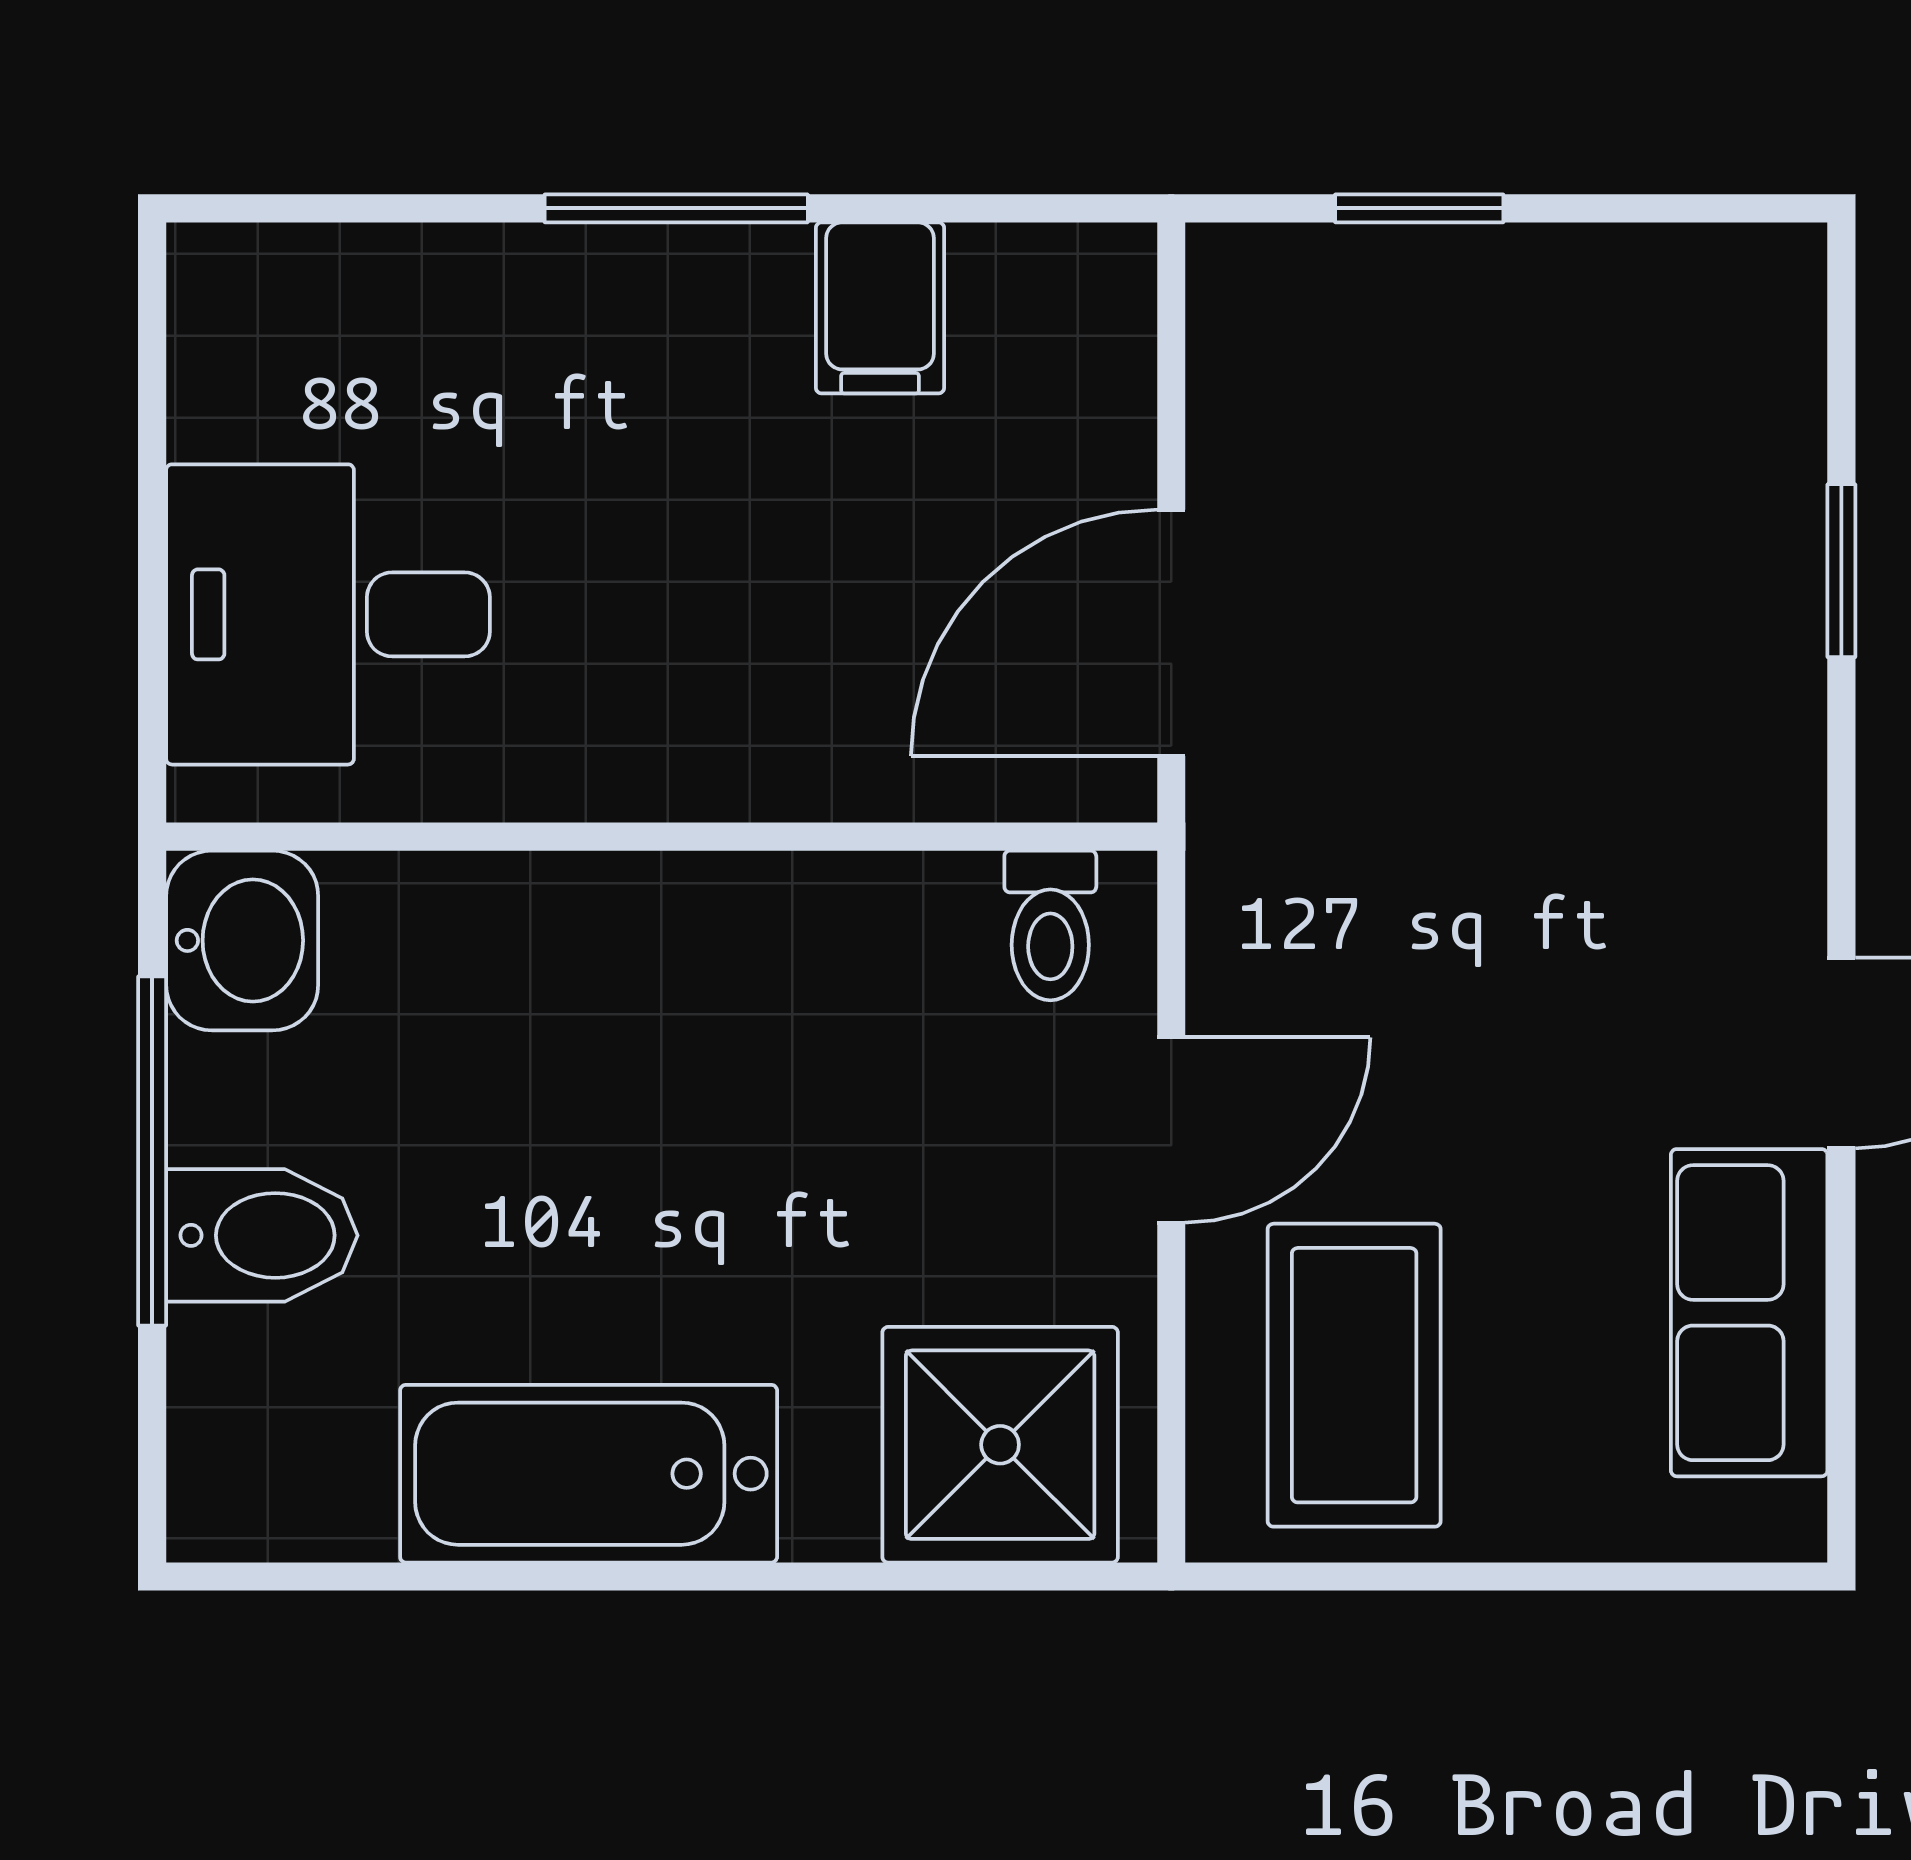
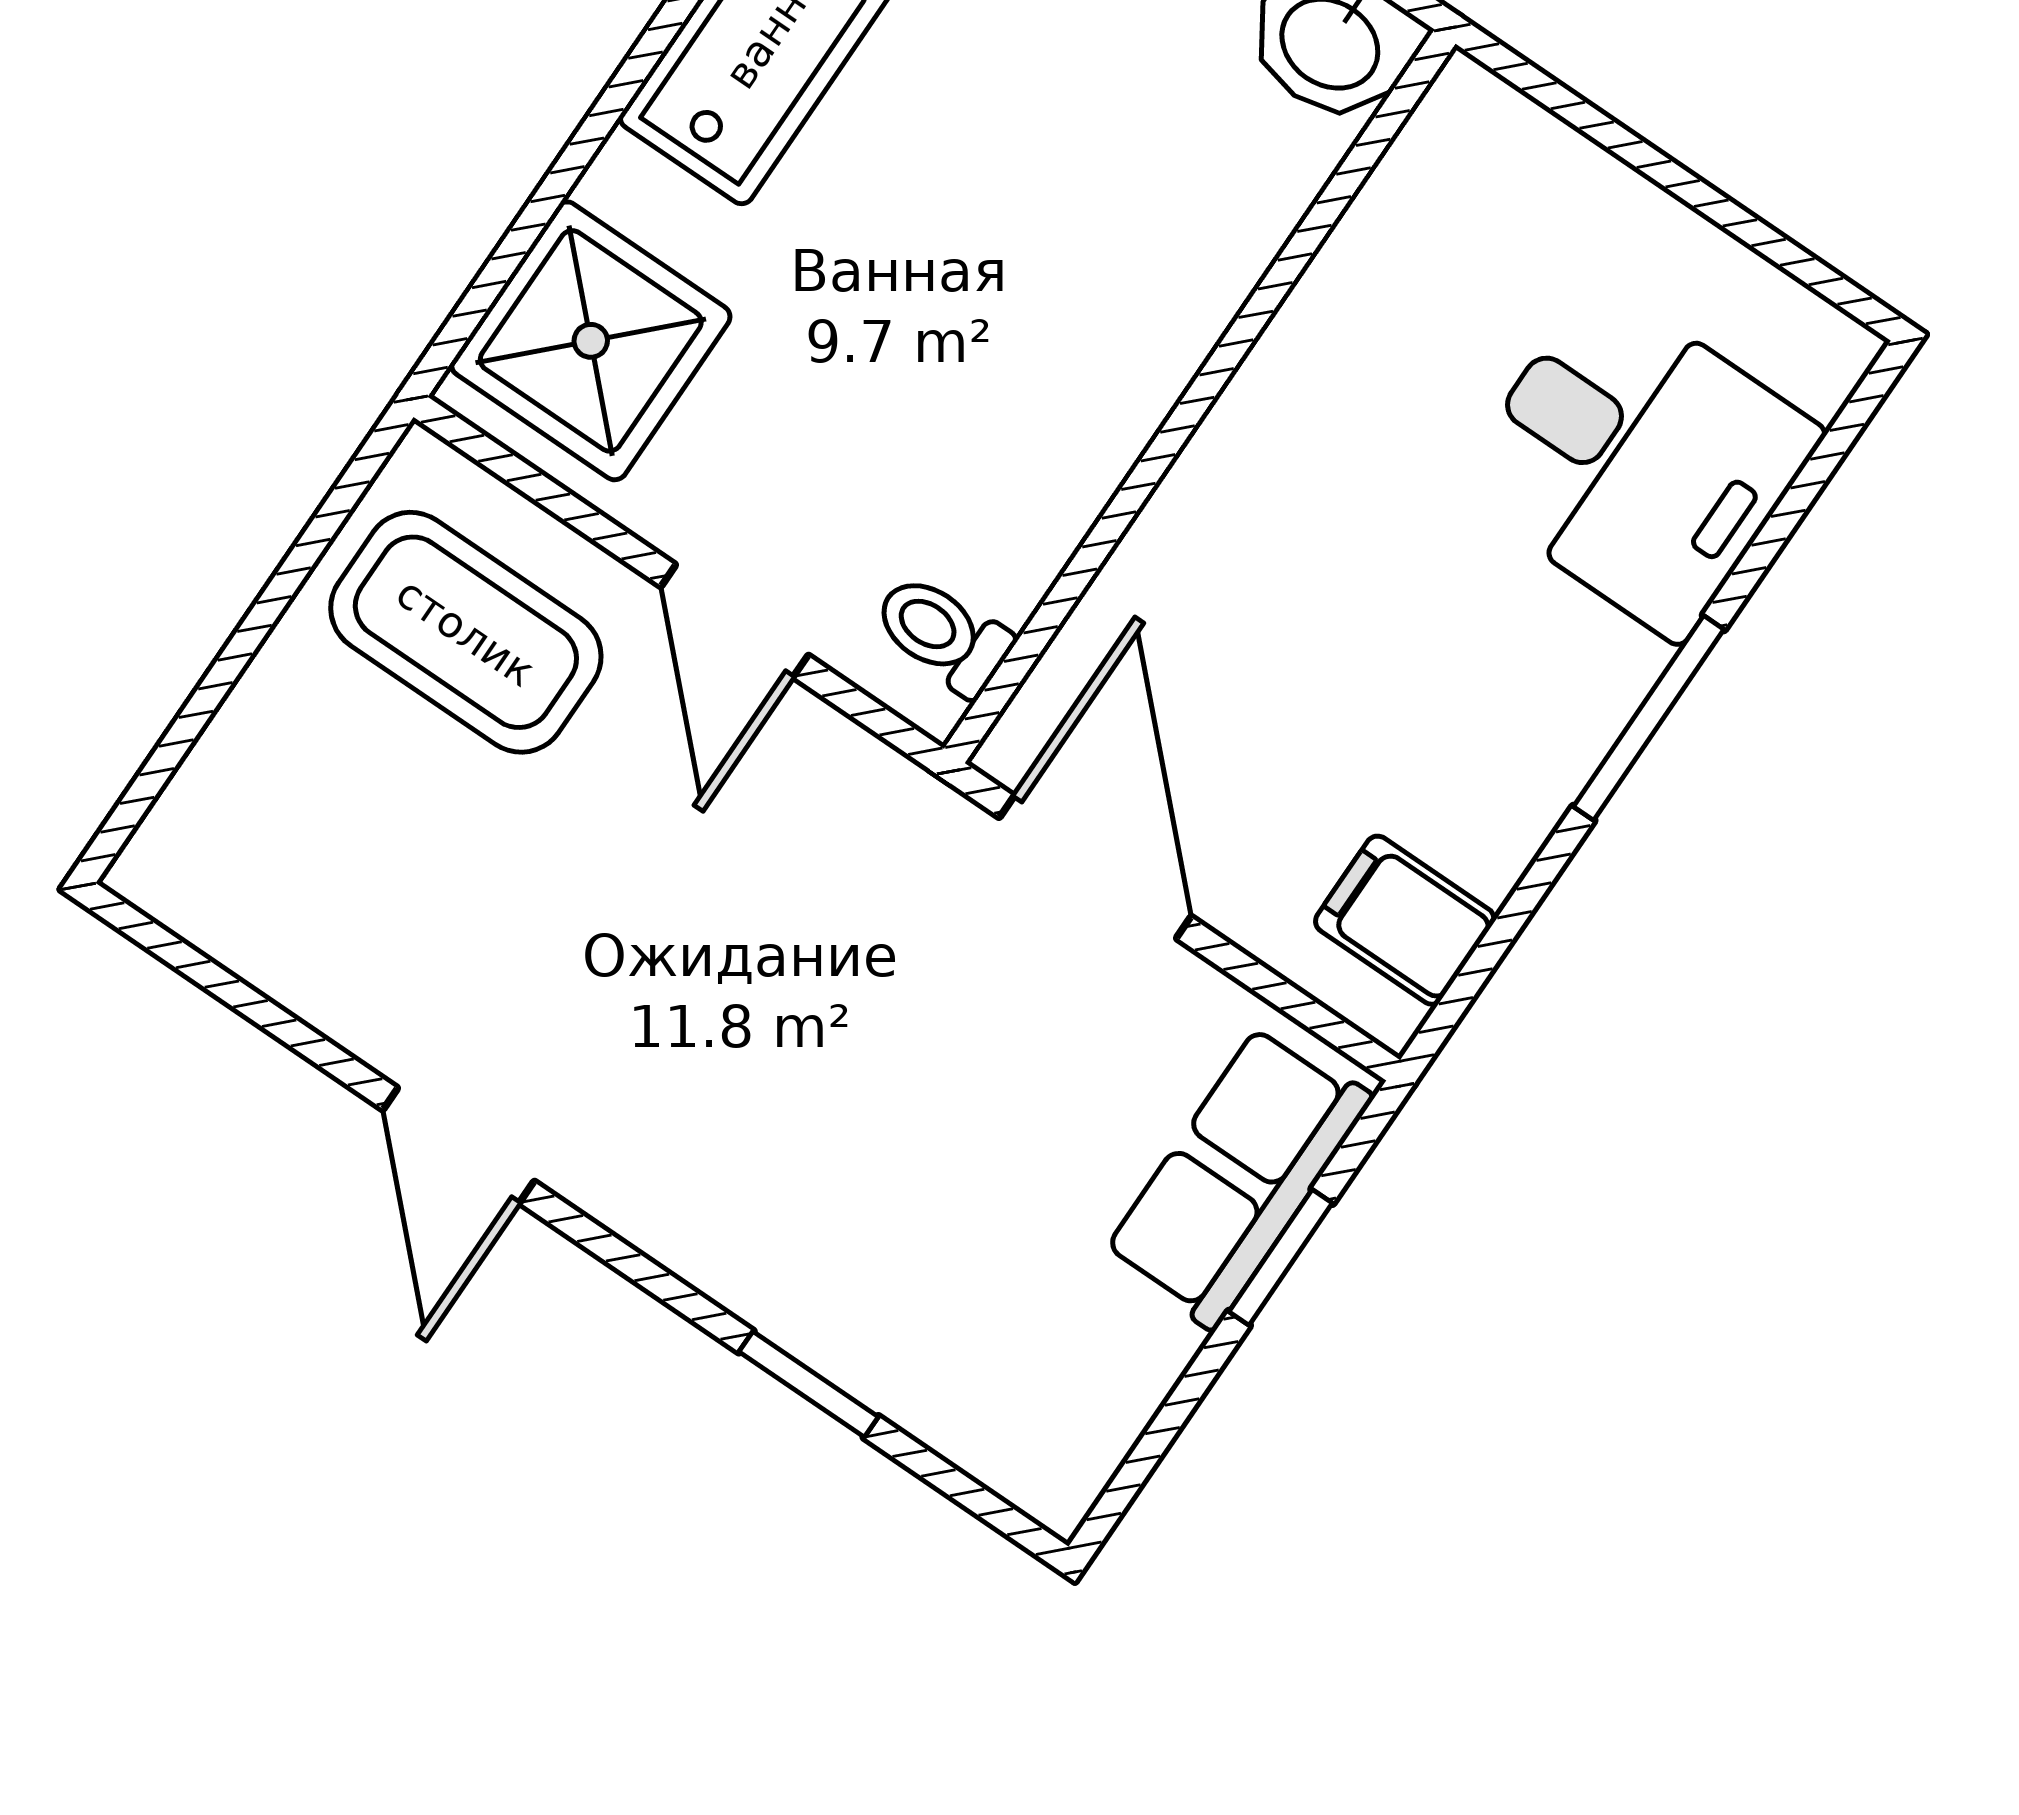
filing cabinet: (880, 308) -> (1405, 920), moved
desk: (328, 614) -> (1637, 460), moved, turned 90
row of seats: (1749, 1313) -> (1238, 1176), moved, turned -90

